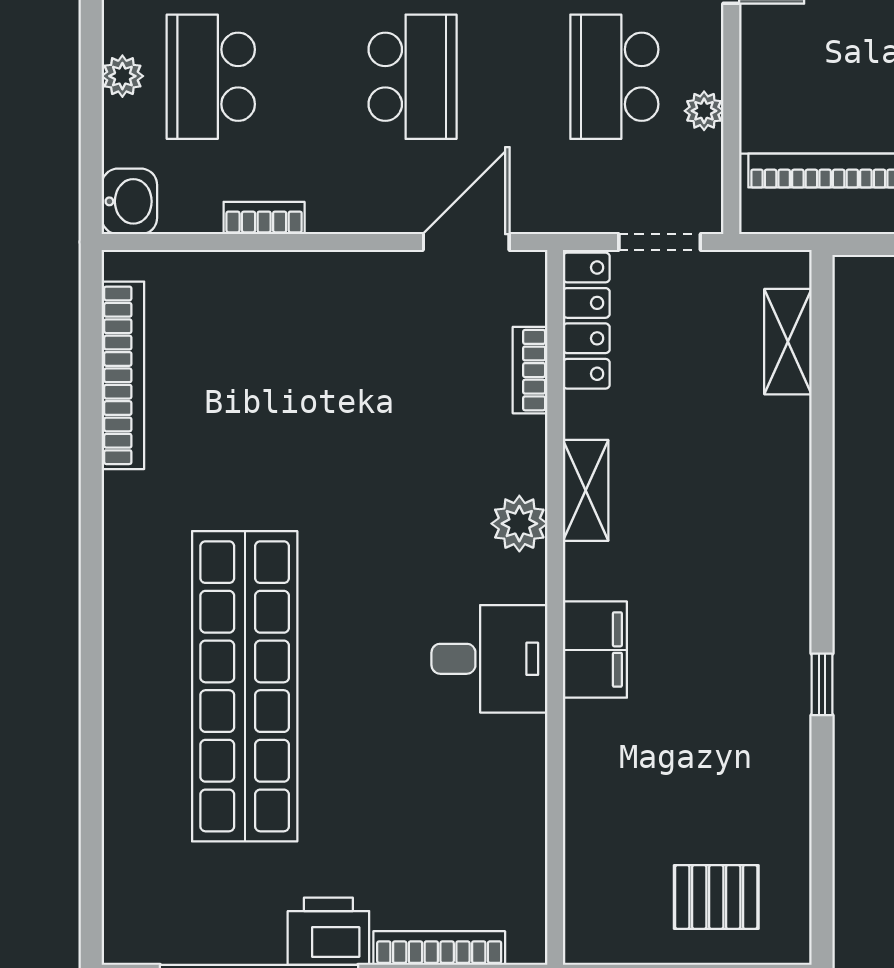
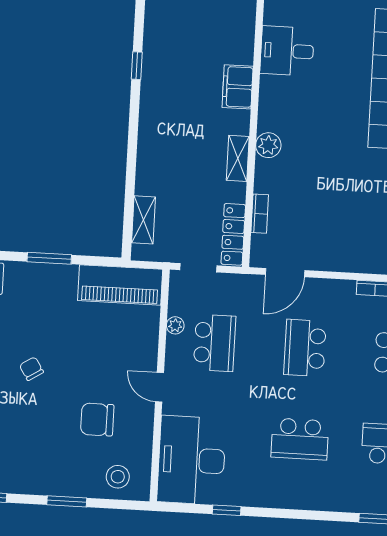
desk: (489, 659) -> (287, 51), moved

